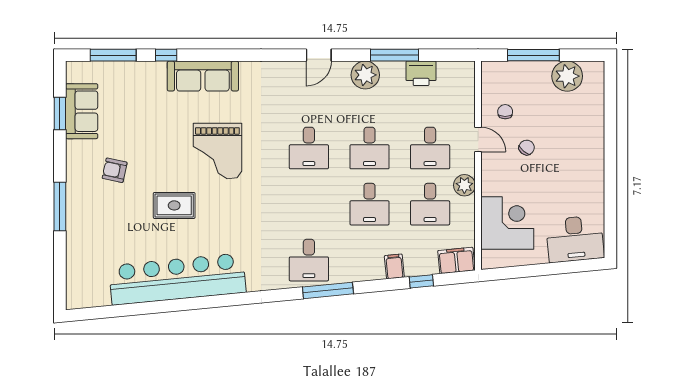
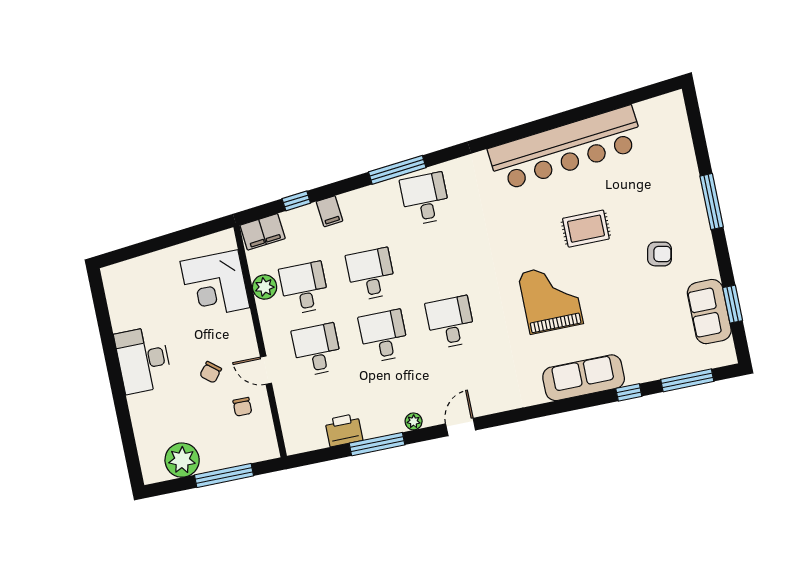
plant: (365, 75) -> (414, 421), width x0.53, depth x0.53
plant: (464, 185) -> (265, 287), moved
desk: (575, 239) -> (143, 360), moved, turned -84

